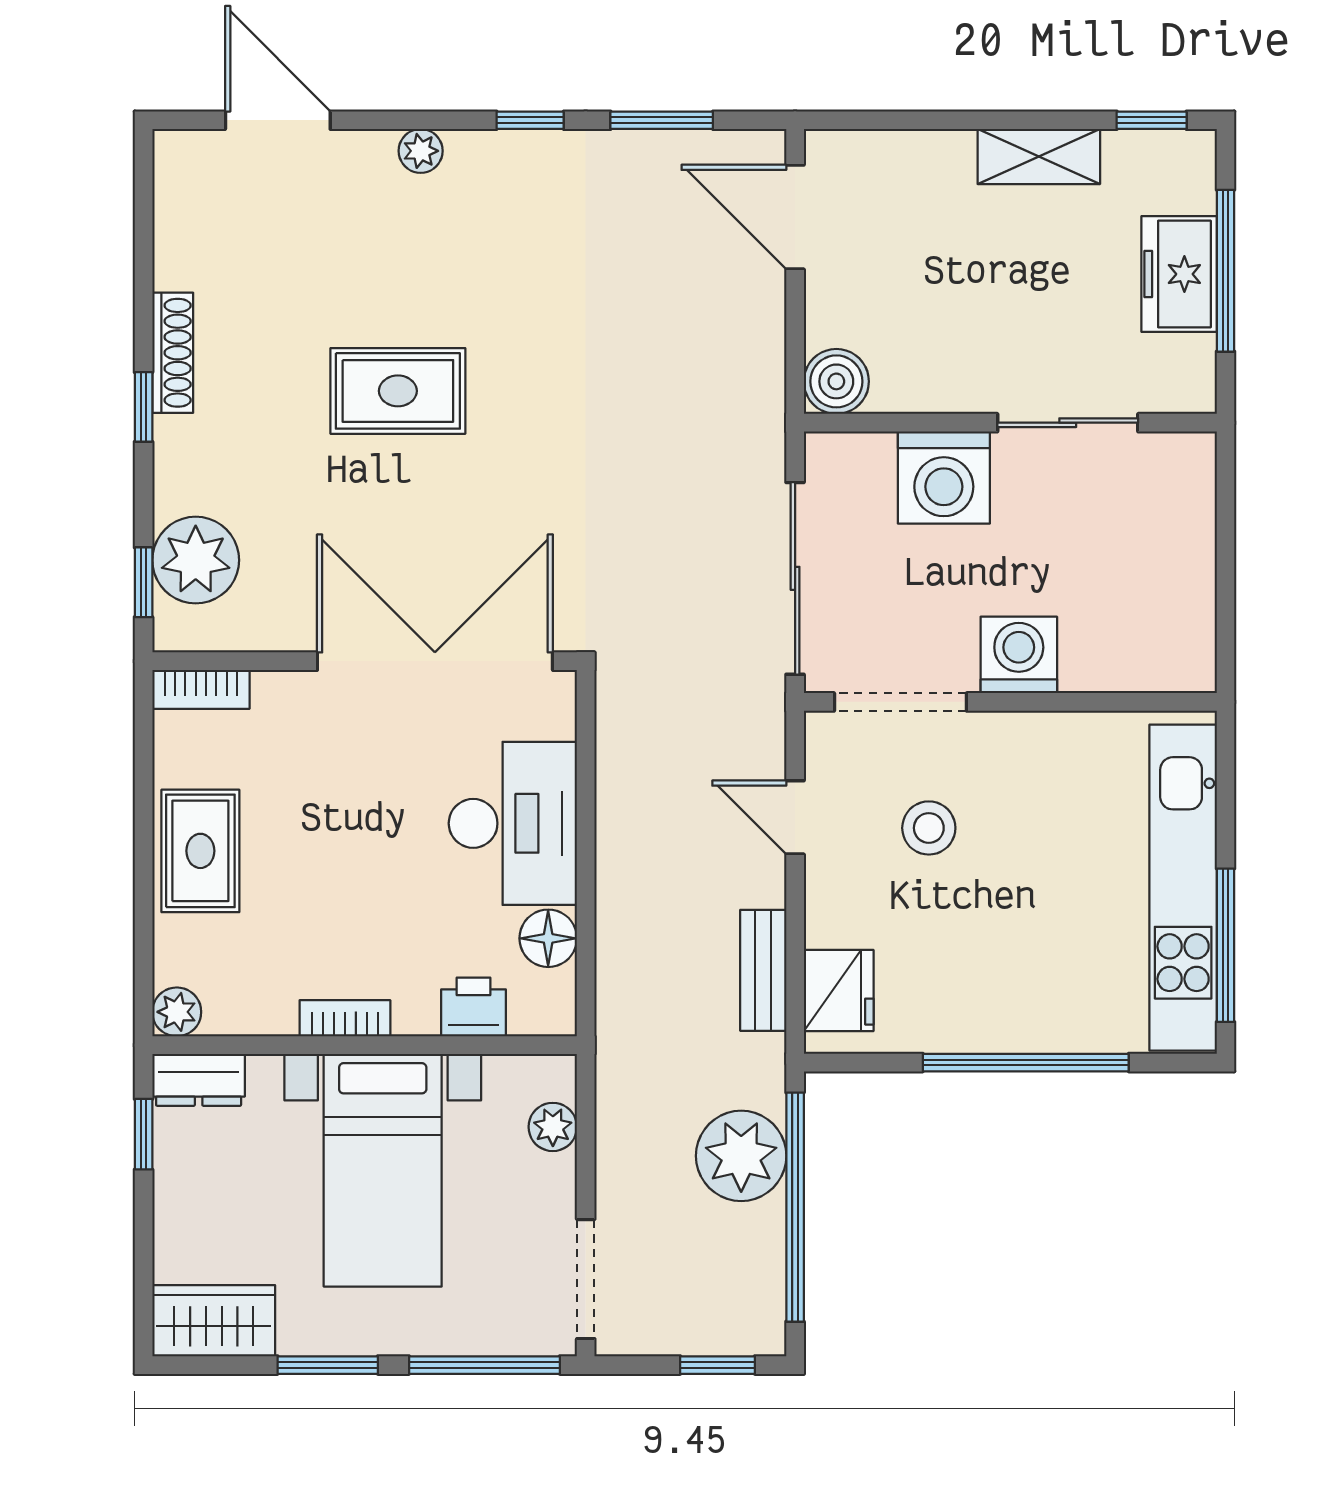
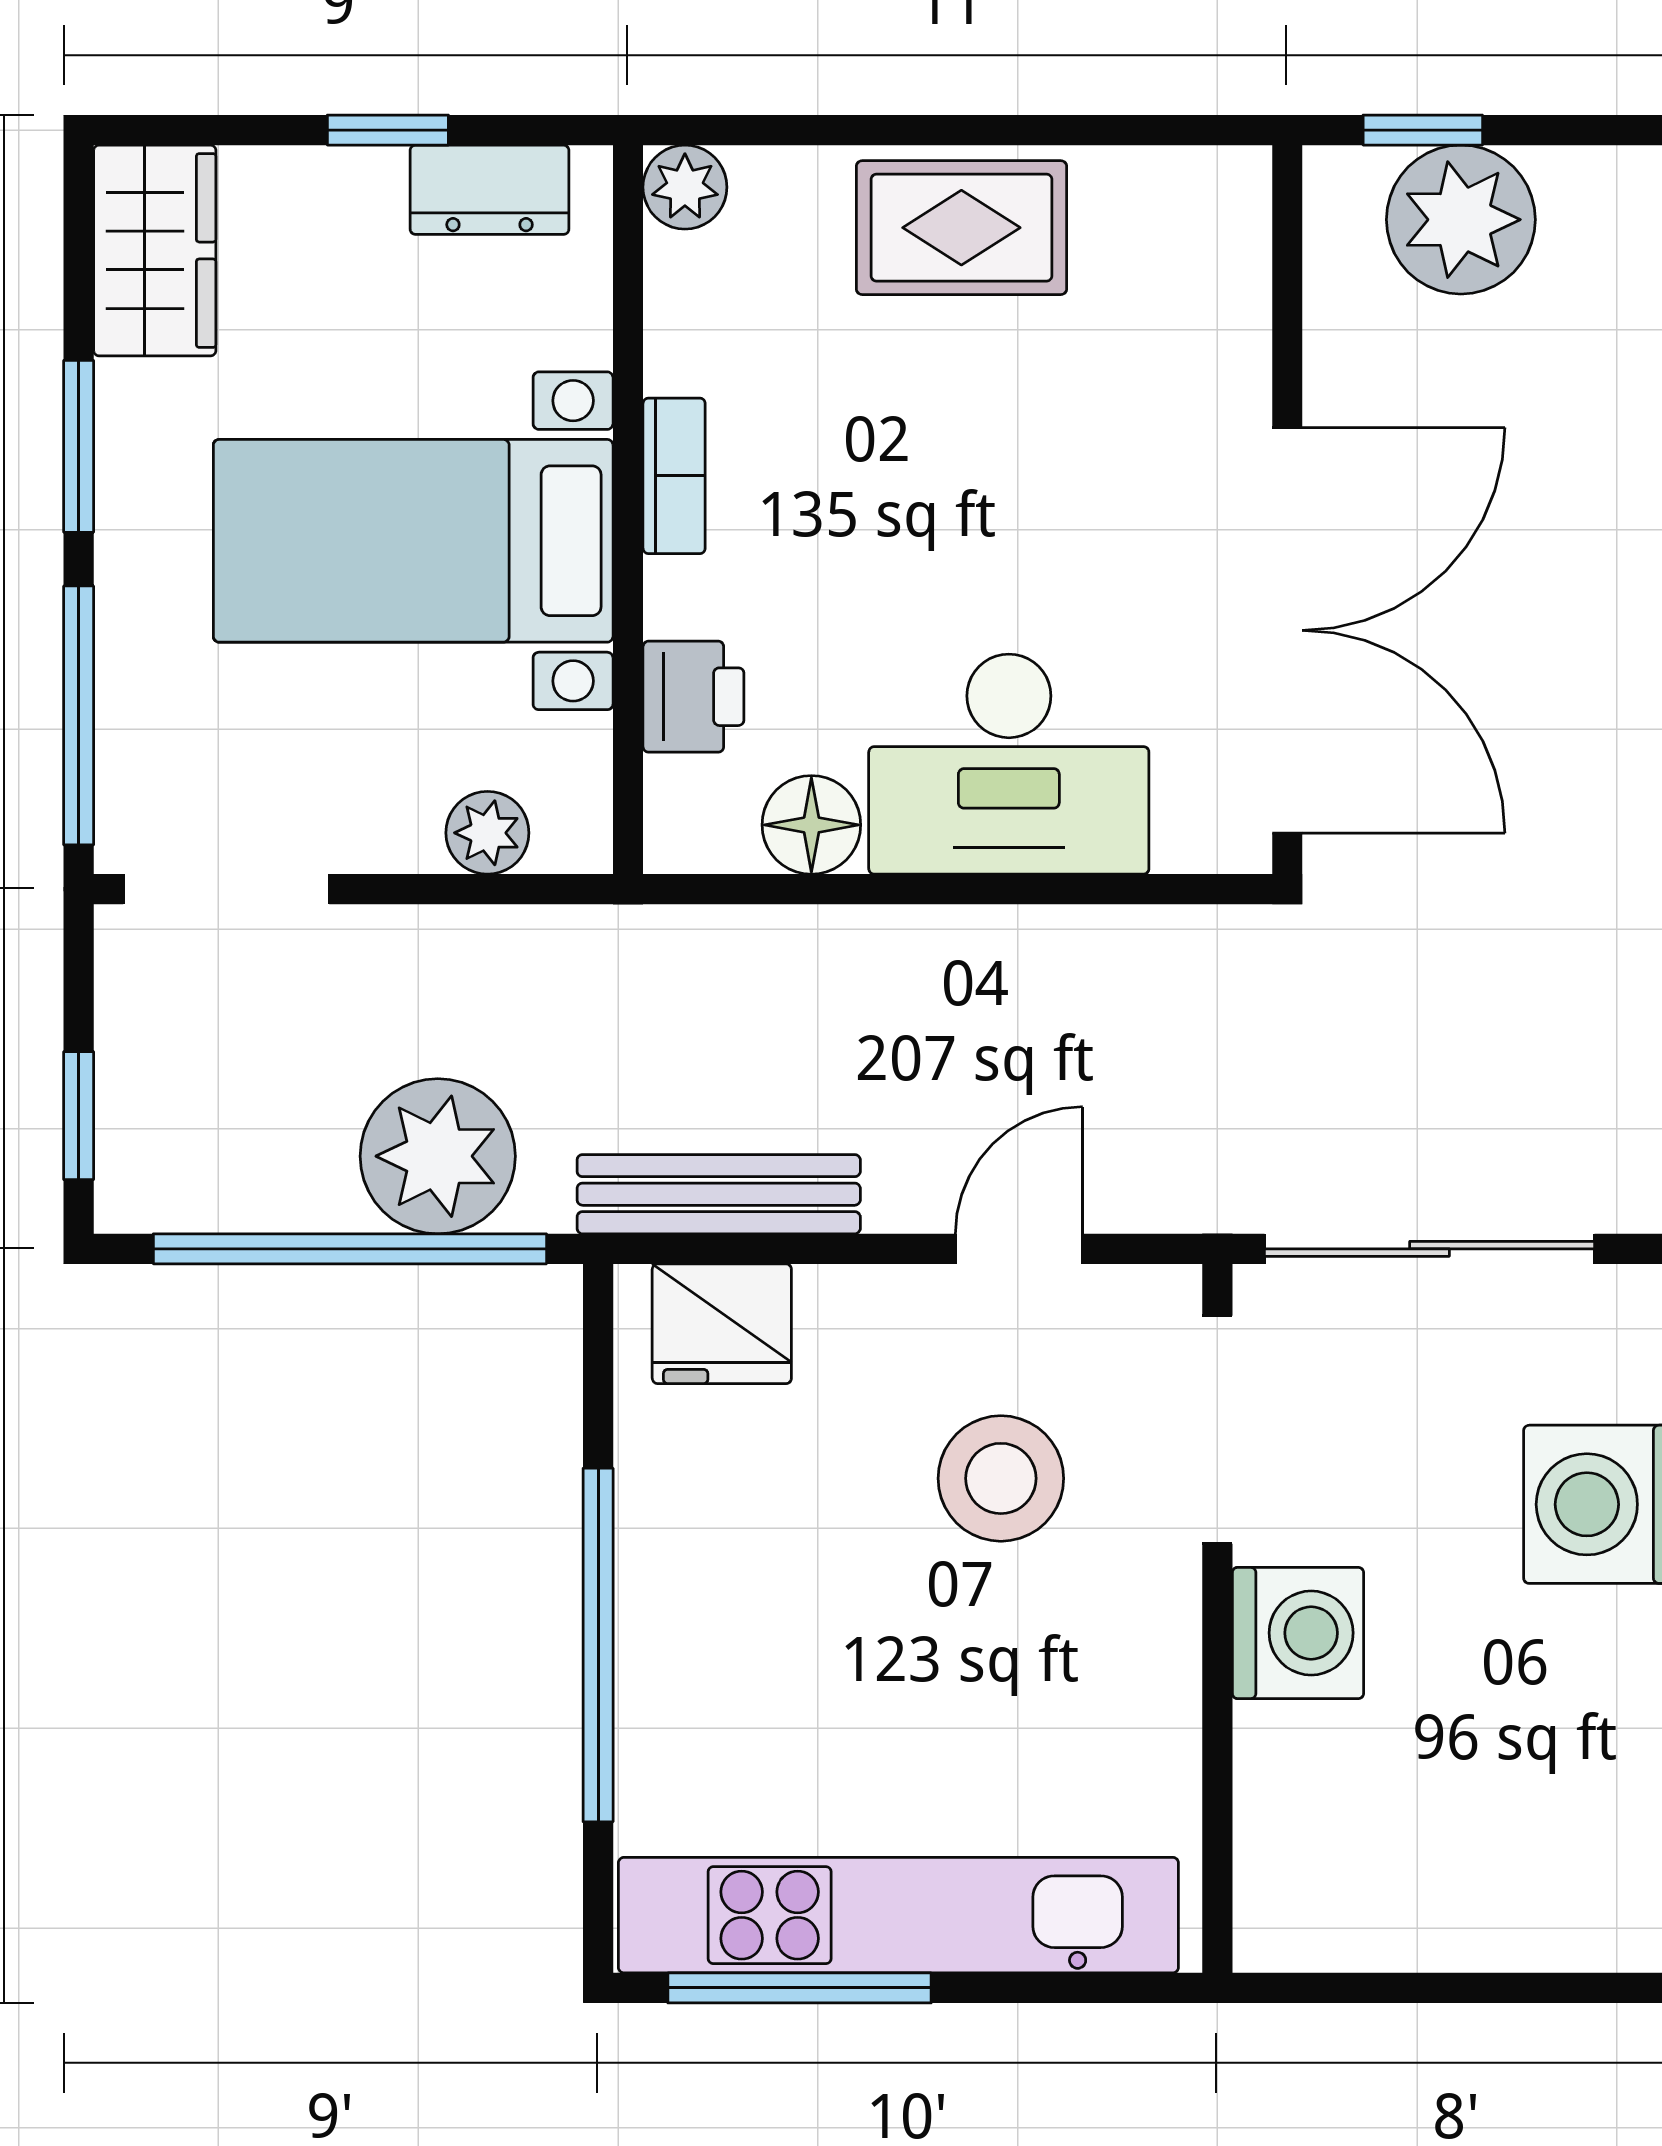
bookcase: (201, 689) -> (1239, 229), removed
stool: (929, 828) -> (1001, 1478), width x1.38, depth x1.38
bench: (763, 970) -> (719, 1194), width x1.36
dresser: (199, 1080) -> (490, 190), moved, turned -90
window: (144, 1134) -> (388, 130), moved

